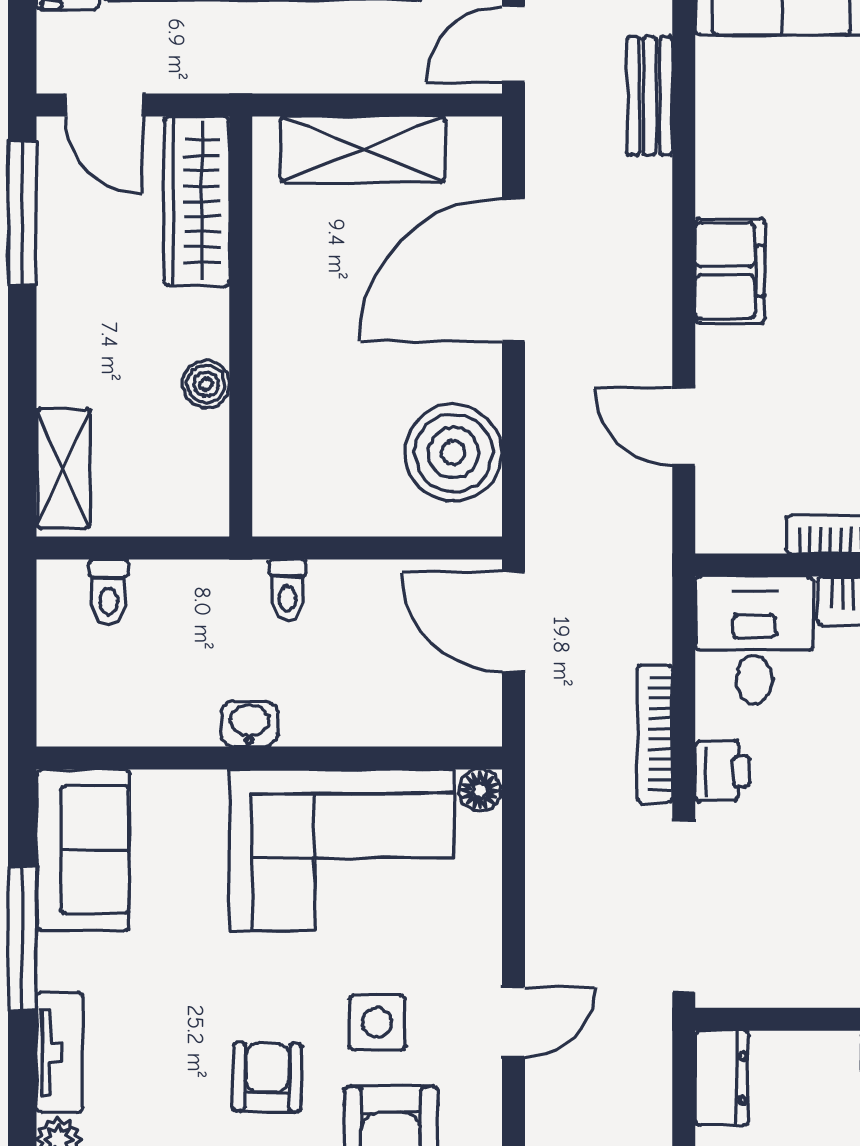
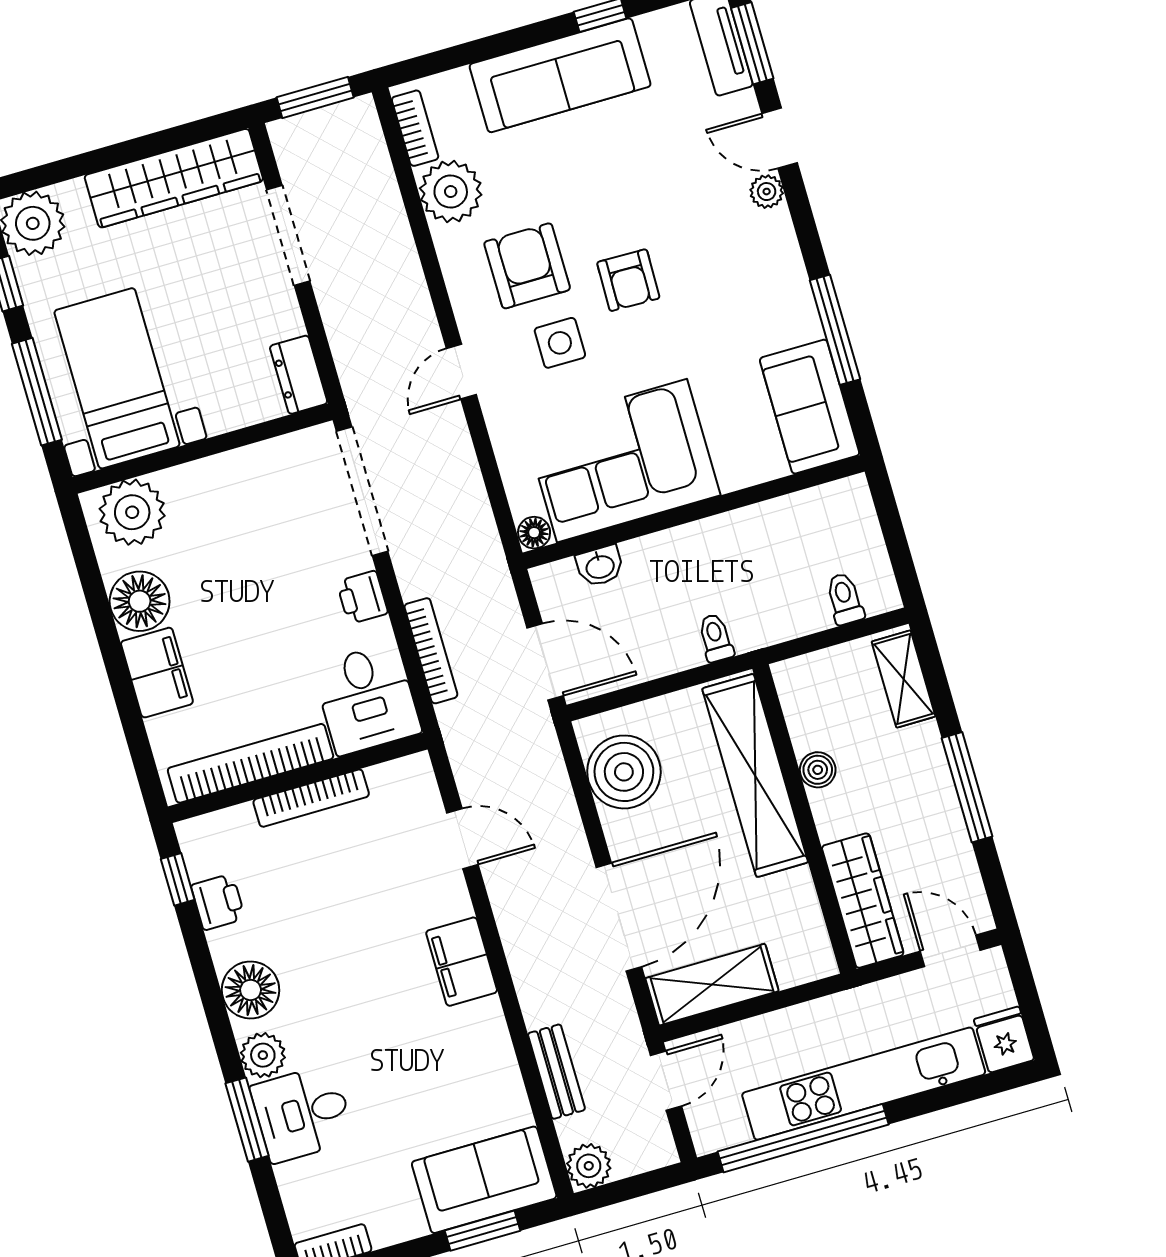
shelving: (363, 149) -> (712, 985), moved
window: (22, 213) -> (967, 787), moved
shelving: (288, 400) -> (755, 775), added
washbasin: (249, 724) -> (600, 566), moved
bookcase: (655, 734) -> (431, 651), moved
tv unit: (59, 1053) -> (784, 255), removed

